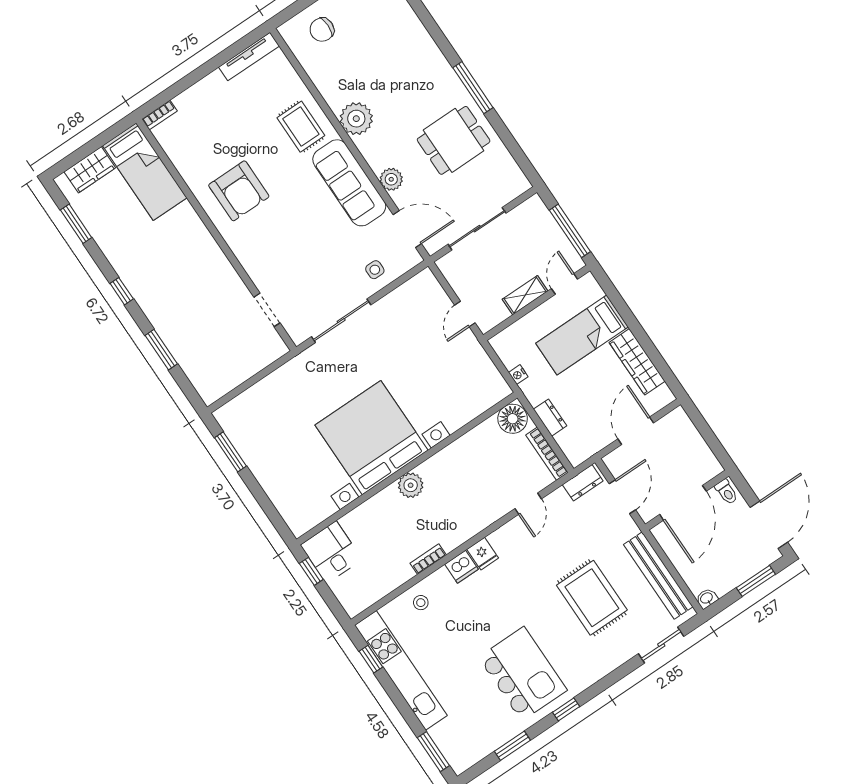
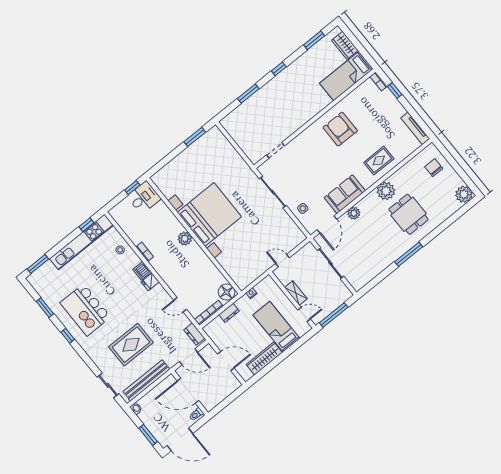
window: (178, 88) -> (395, 91), added
dining table: (454, 140) -> (409, 214), moved
sofa: (349, 183) -> (345, 194), width x0.73
armchair: (239, 191) -> (340, 129), turned 90
kitchen island: (523, 674) -> (85, 310), turned 90

